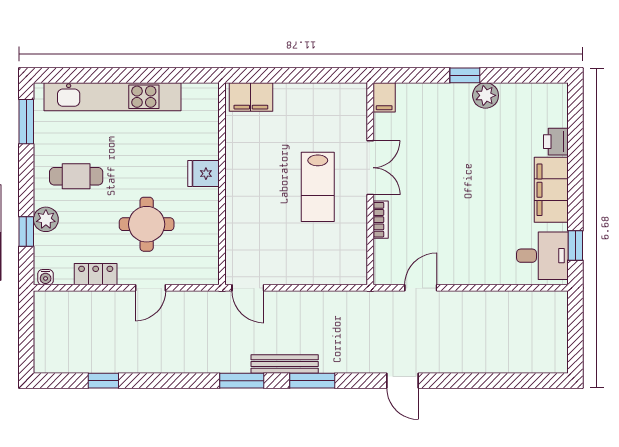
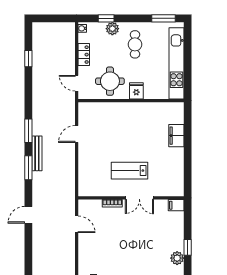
fridge: (203, 174) -> (136, 91), moved
wall: (222, 184) -> (131, 101), moved

